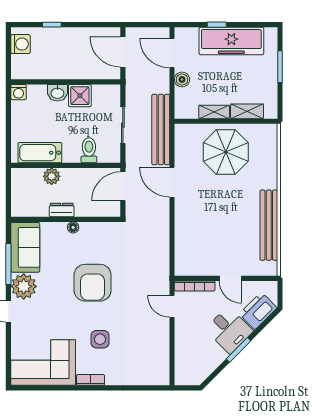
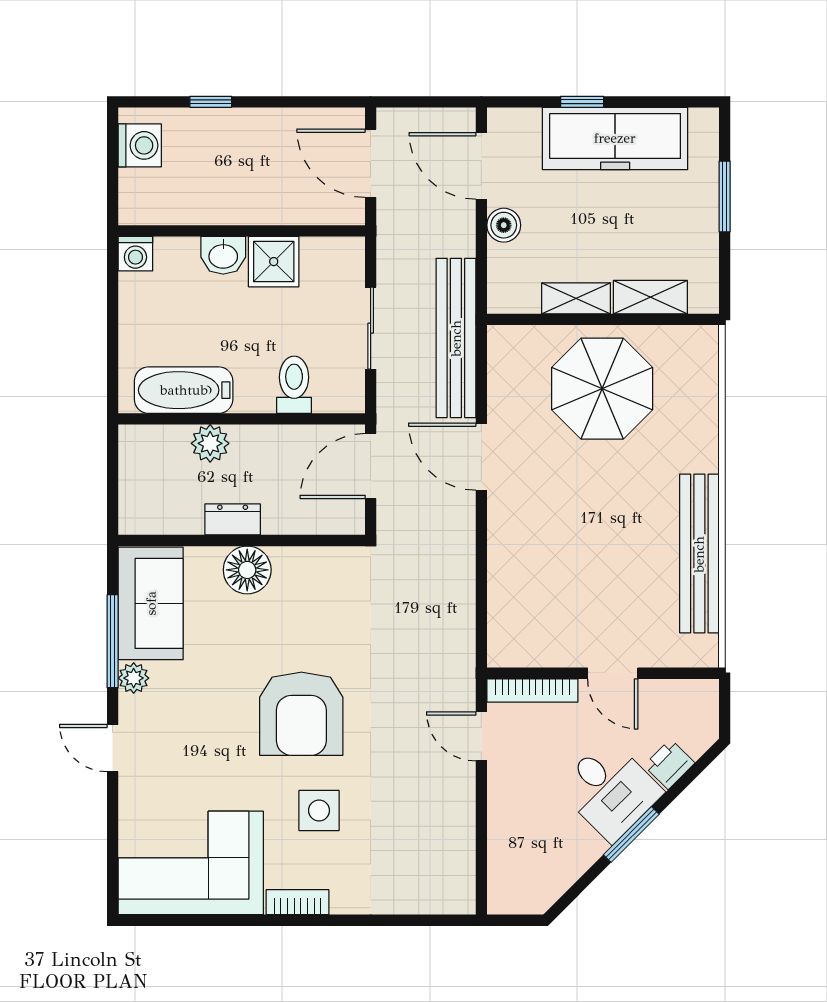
floor lamp: (73, 227) -> (247, 570), width x1.89, depth x1.89
armchair: (93, 283) -> (301, 714), moved
plant: (24, 286) -> (134, 678), width x0.53, depth x0.53
printer: (258, 311) -> (669, 764), width x0.53, depth x0.68

